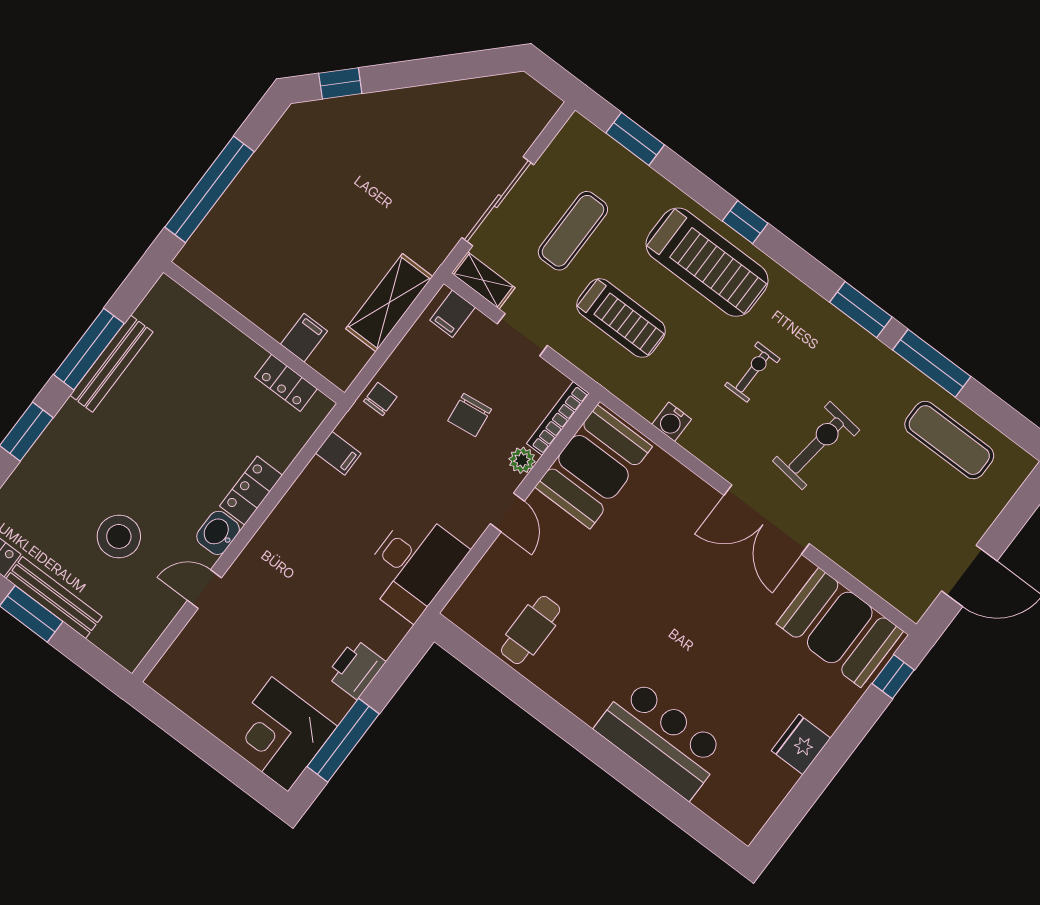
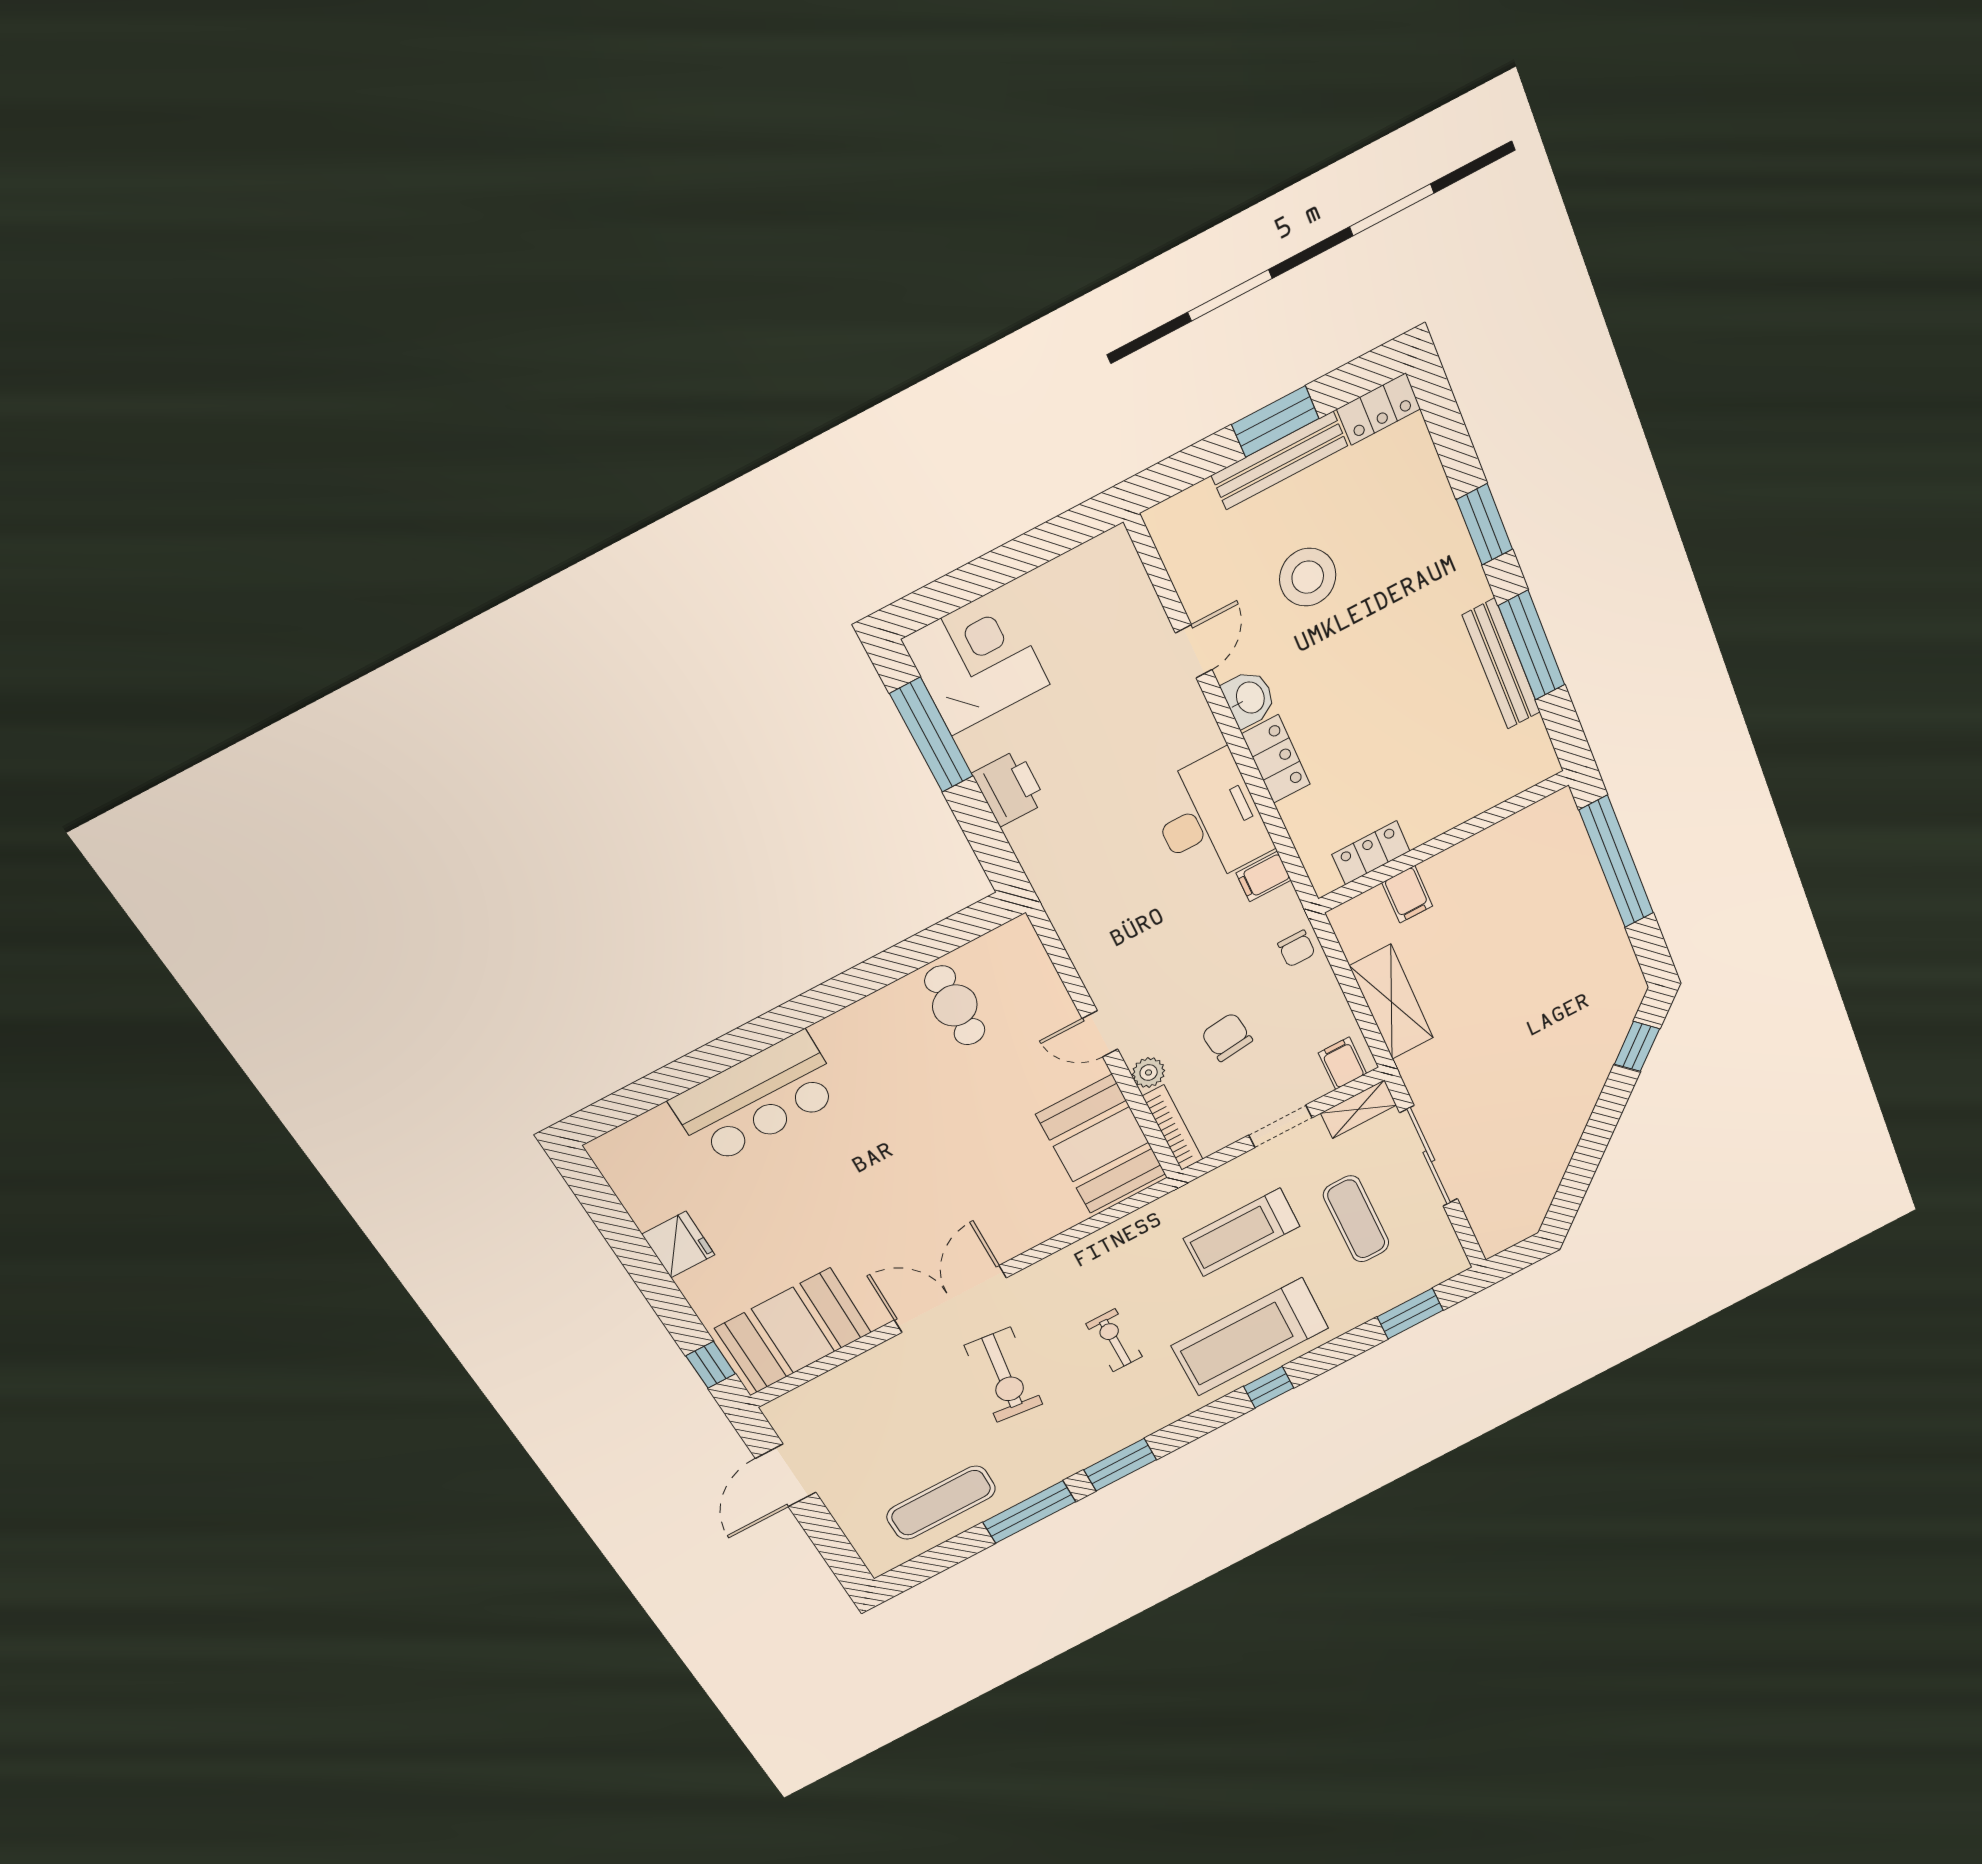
exercise bike: (752, 372) -> (1114, 1340), turned 180
water cooler: (672, 422) -> (1106, 1242), removed
desk: (413, 565) -> (1210, 819), moved, turned 180

